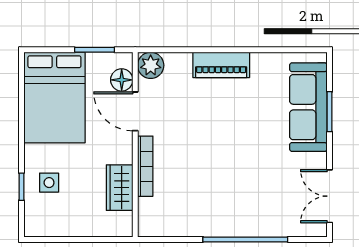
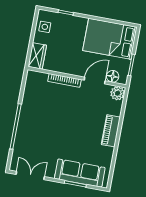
side table: (49, 183) -> (45, 27), moved
wardrobe: (120, 188) -> (37, 56), moved, turned 90

